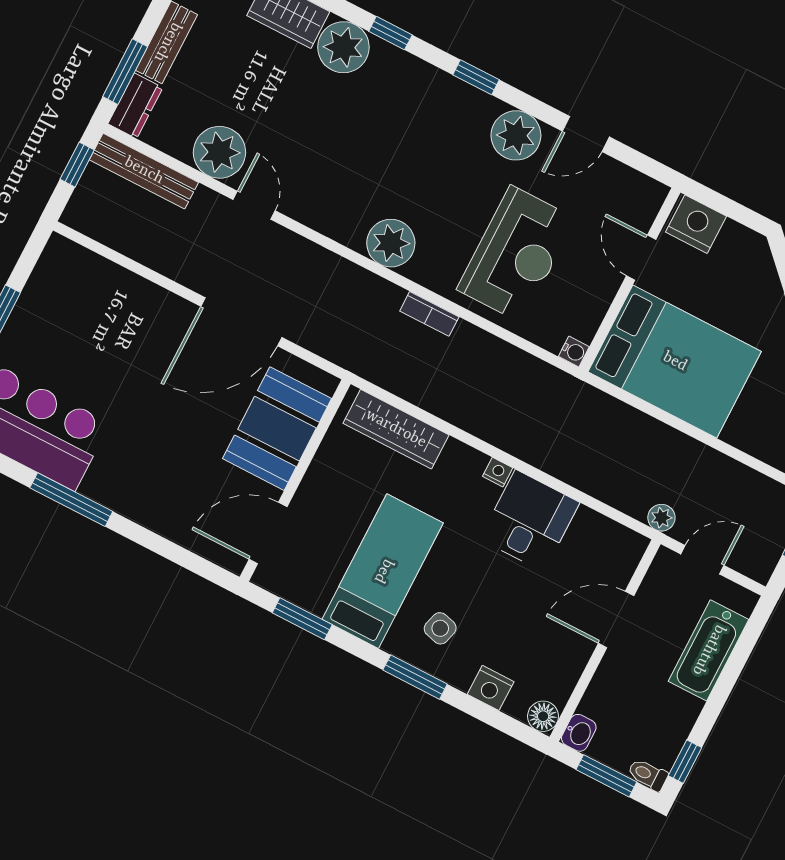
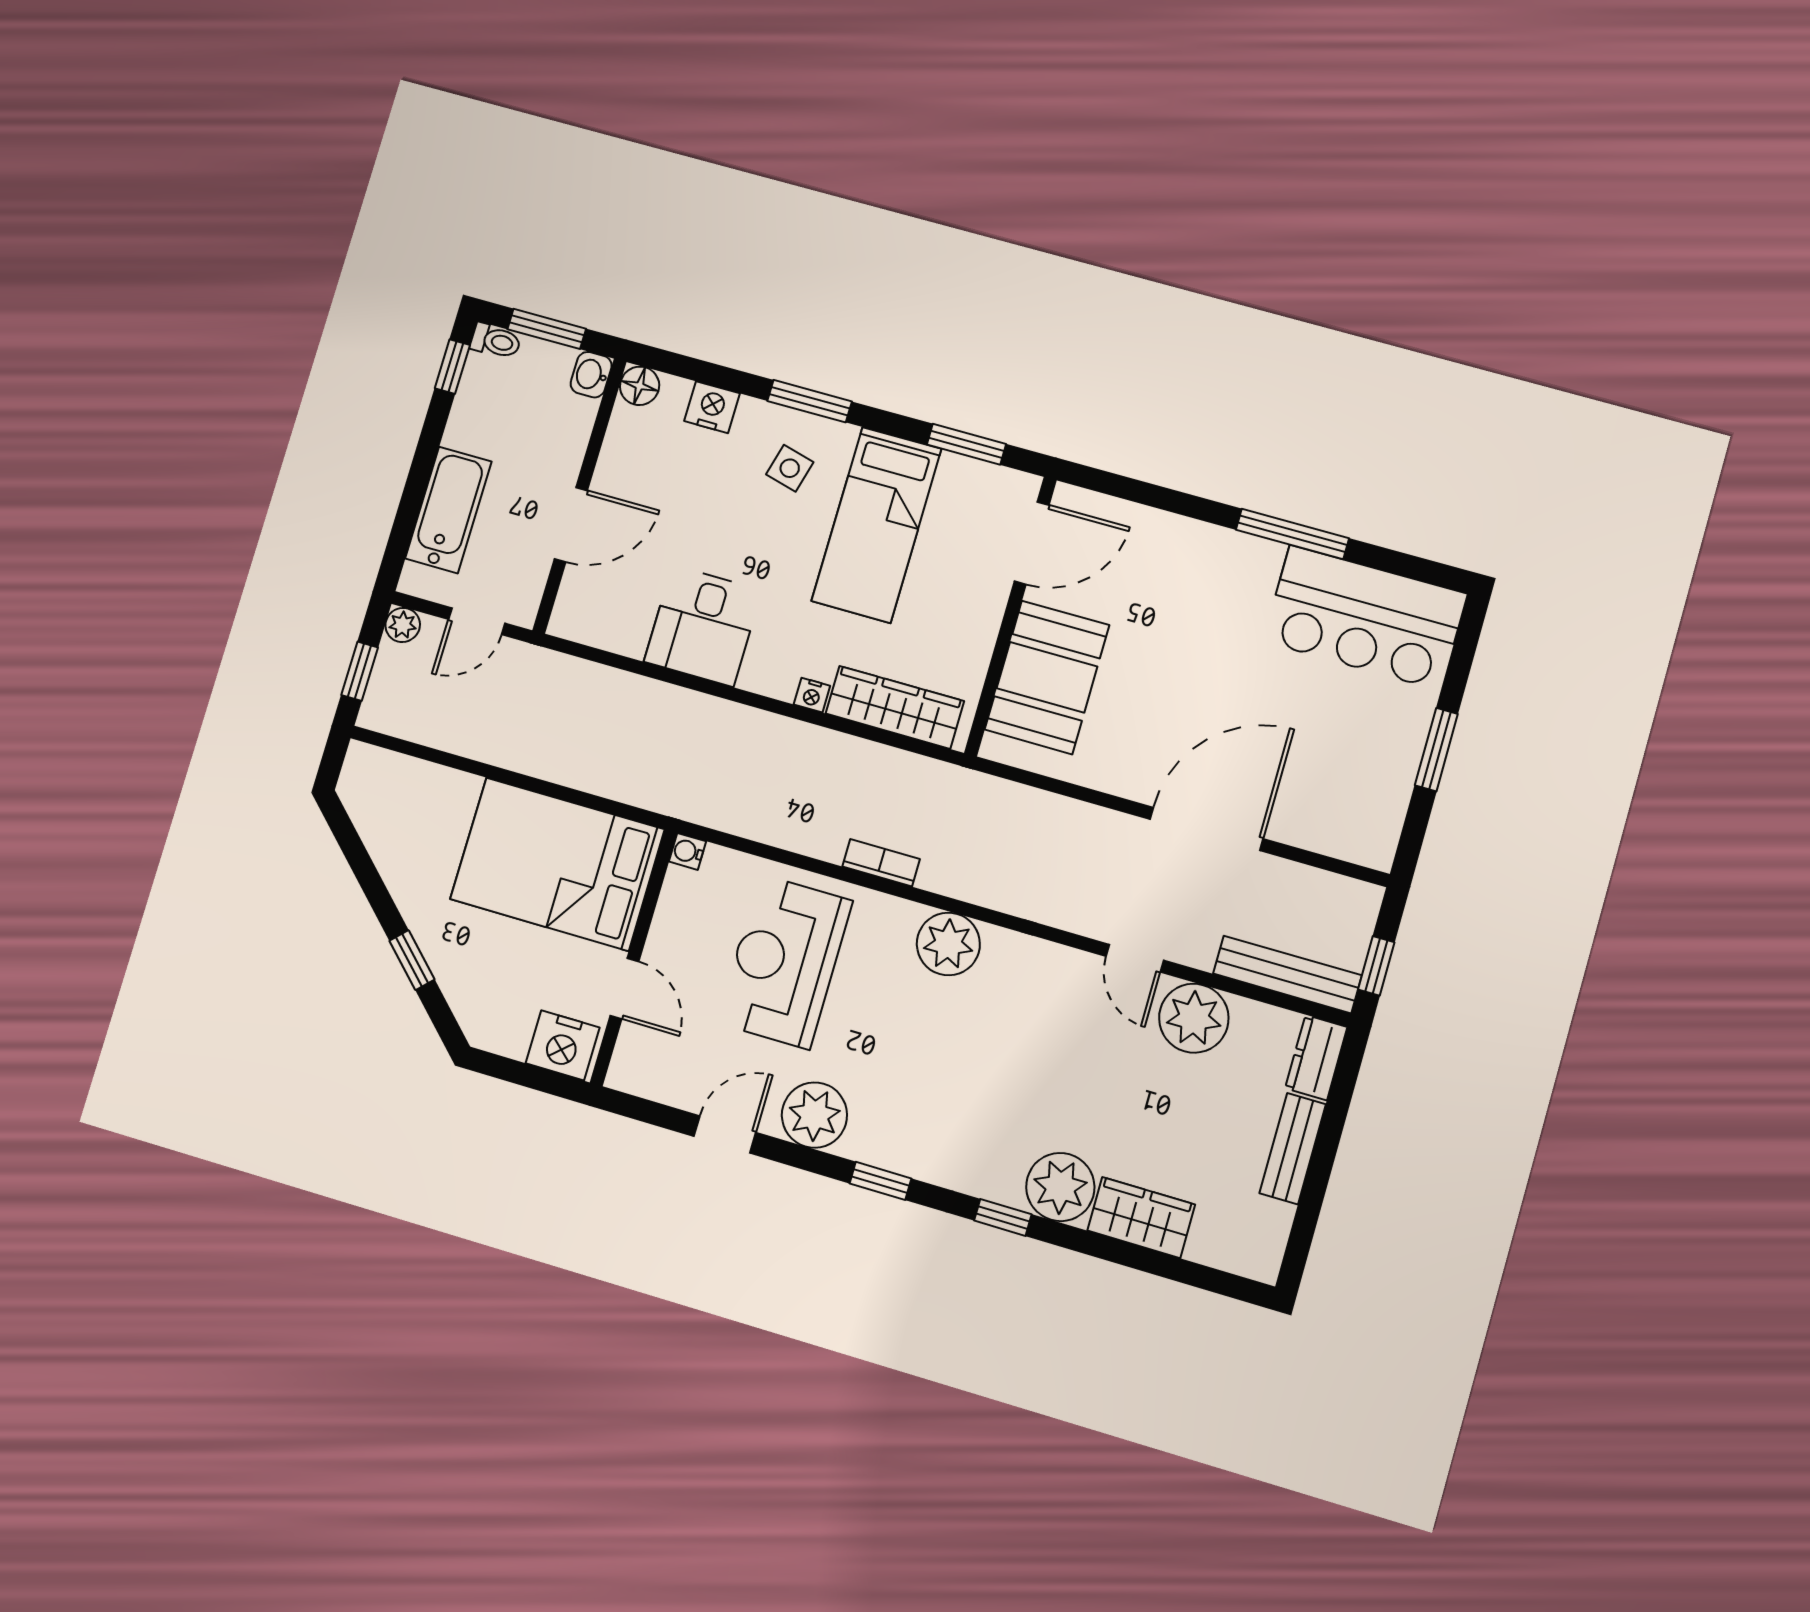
window: (125, 72) -> (1339, 1100), removed
door: (241, 322) -> (1207, 829), moved
nightstand: (498, 472) -> (812, 695), moved
plant: (661, 518) -> (403, 625), moved

